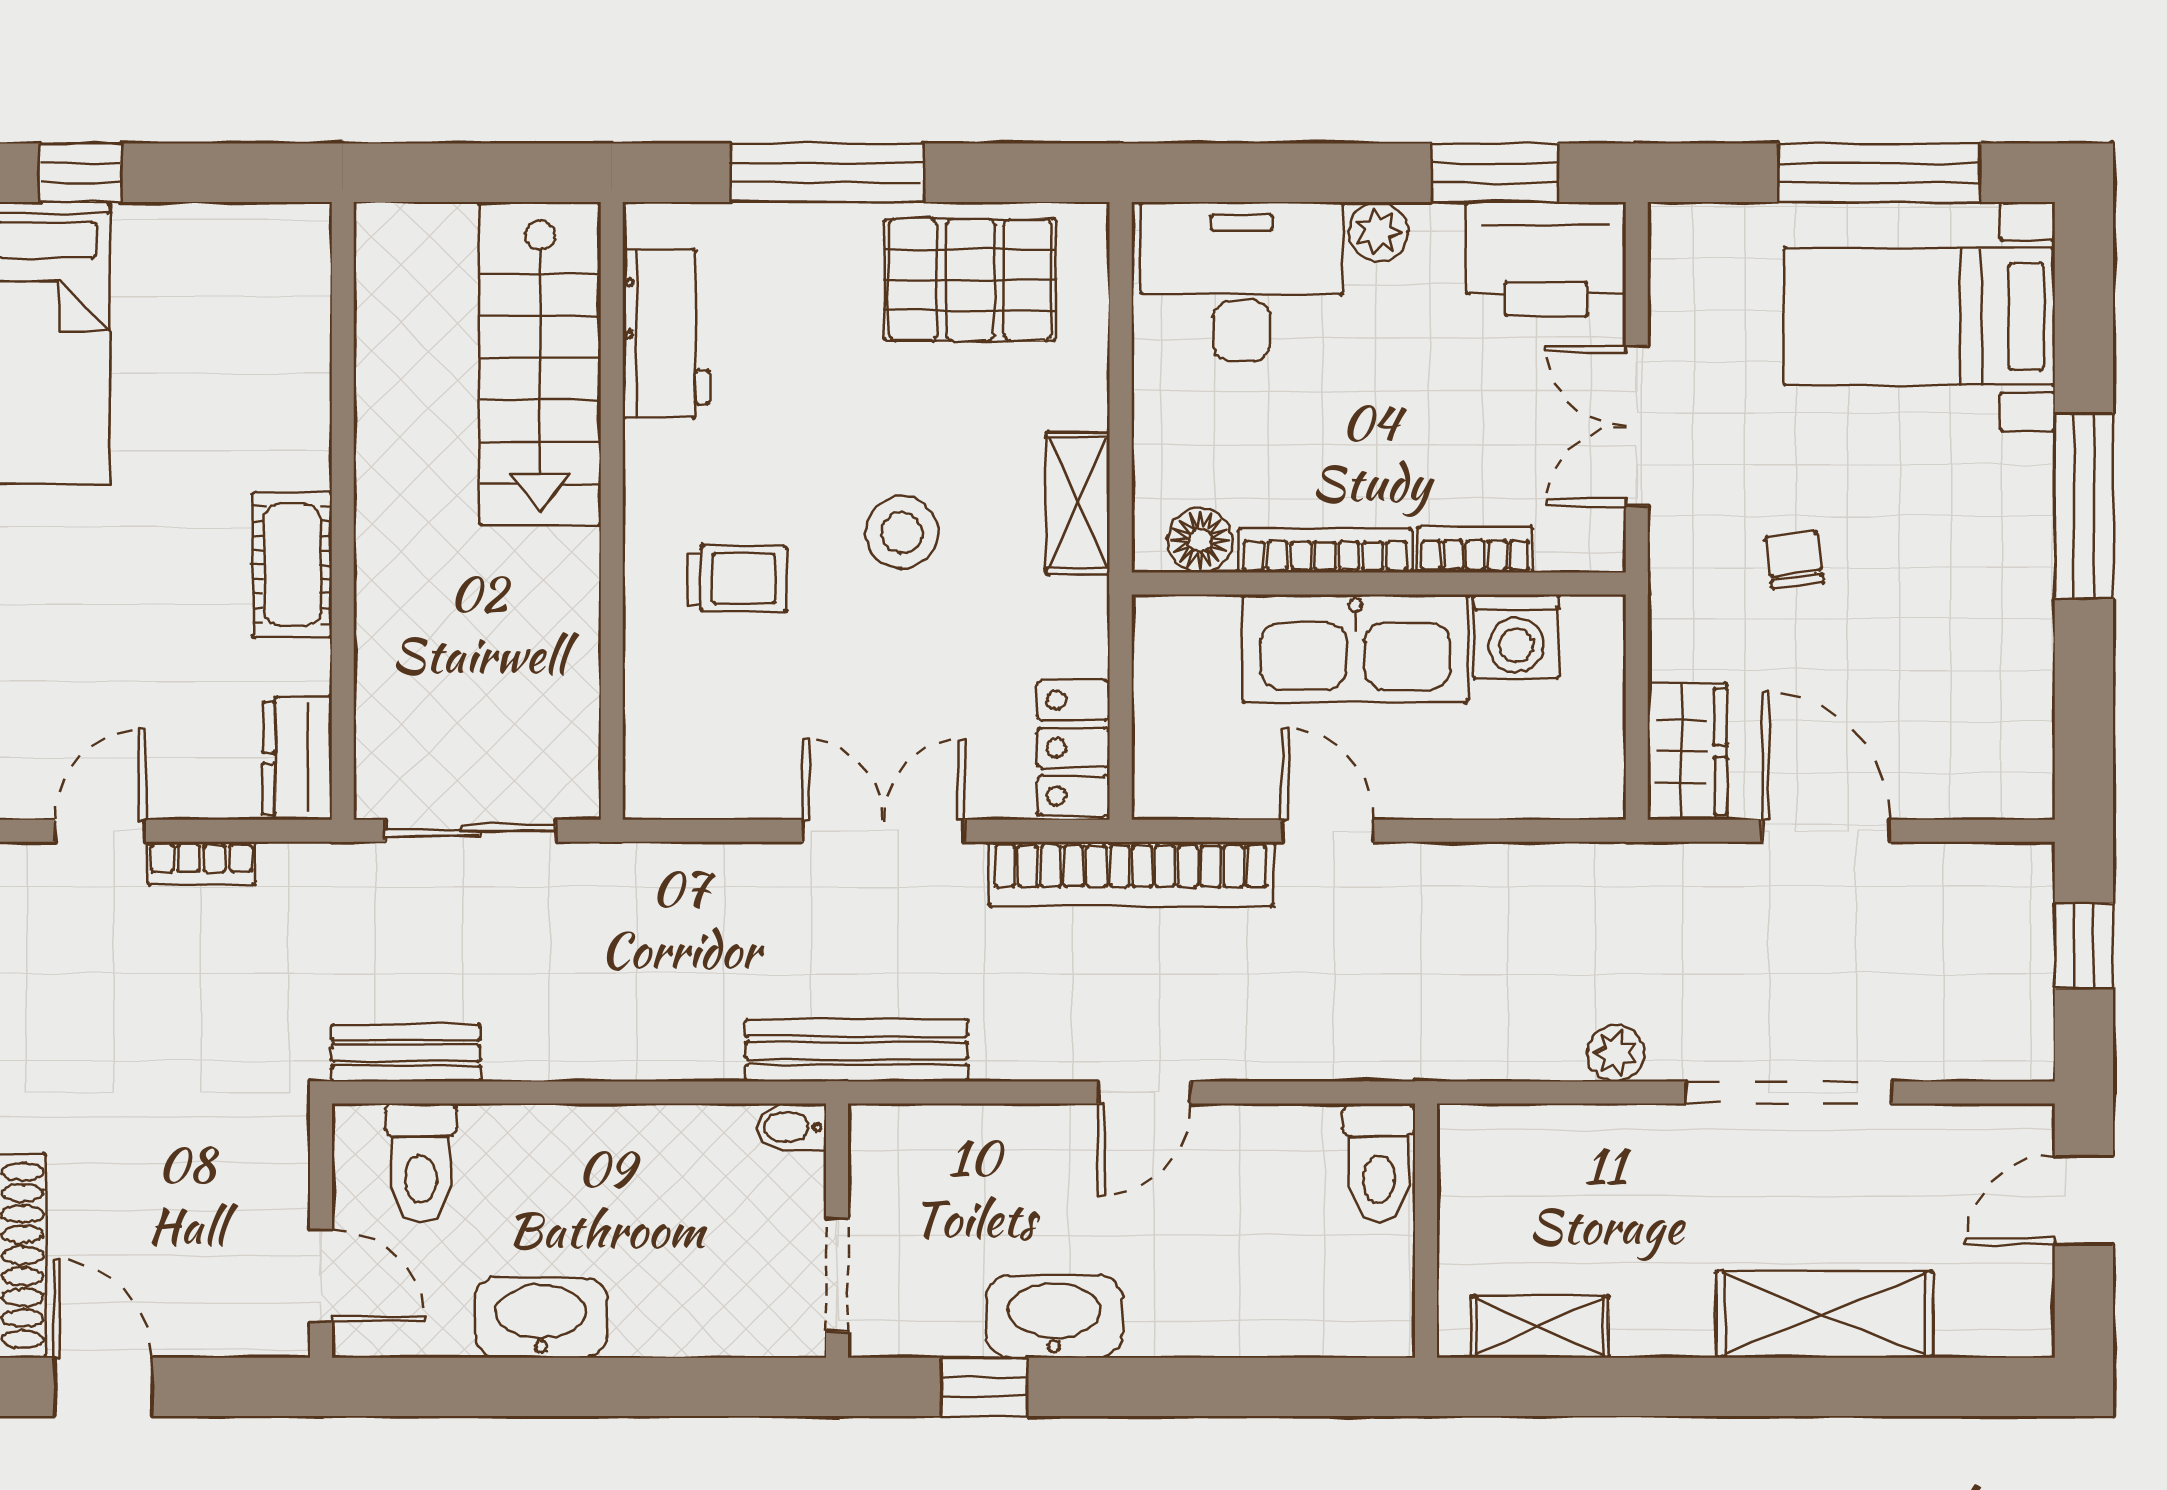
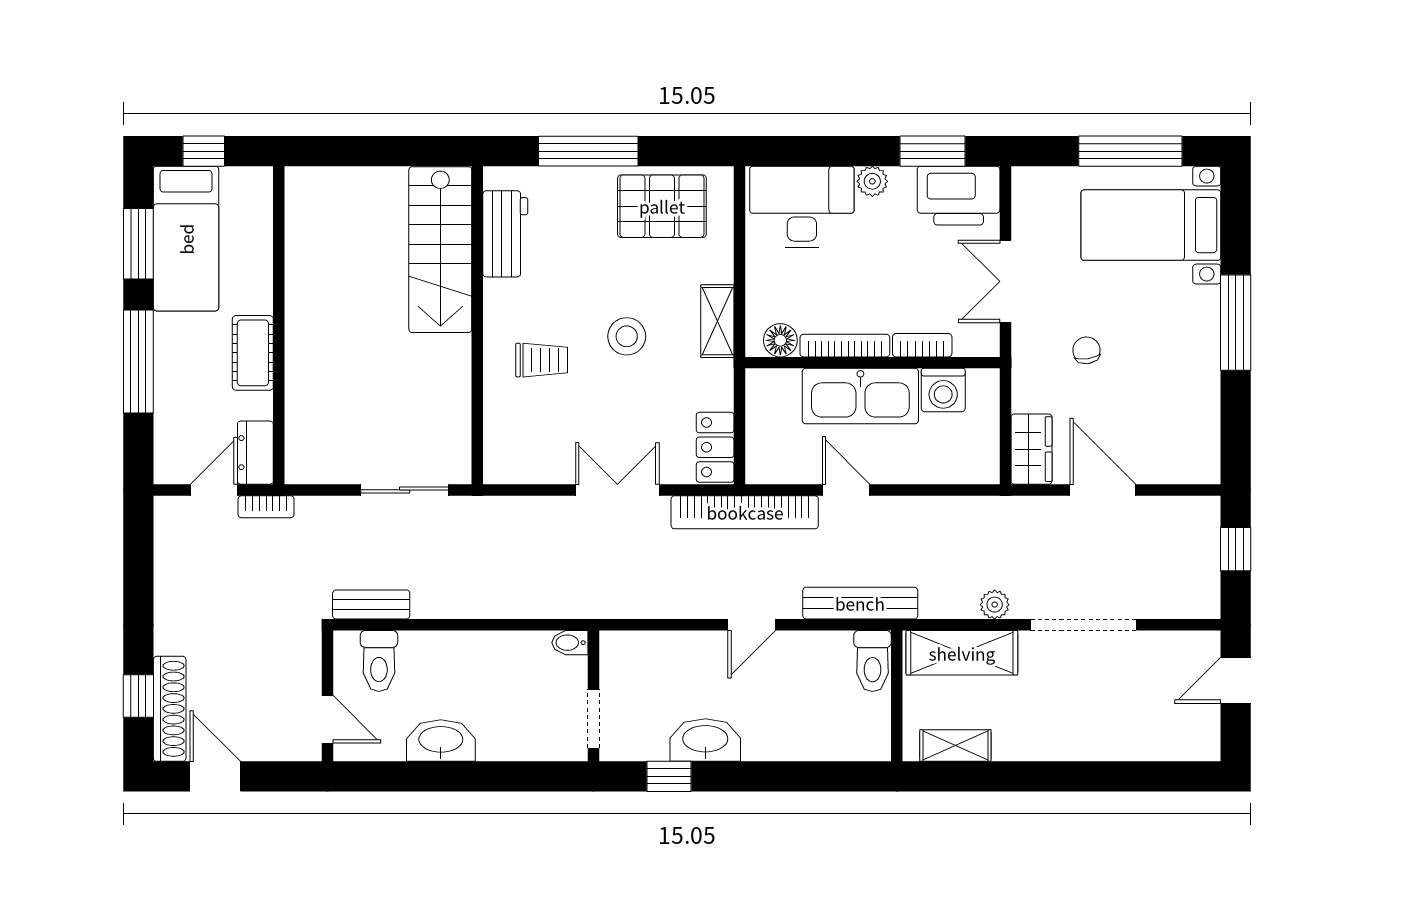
wall: (343, 511) -> (279, 325), moved
cot: (292, 565) -> (253, 353), moved
dresser: (297, 758) -> (255, 453), moved
bench: (857, 1050) -> (860, 603), moved
shelving: (1825, 1314) -> (962, 653), moved

